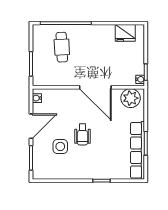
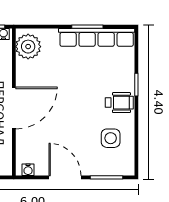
door: (95, 87) -> (14, 108), moved
wheelchair: (82, 135) -> (119, 103), moved
side table: (60, 146) -> (111, 138), moved

